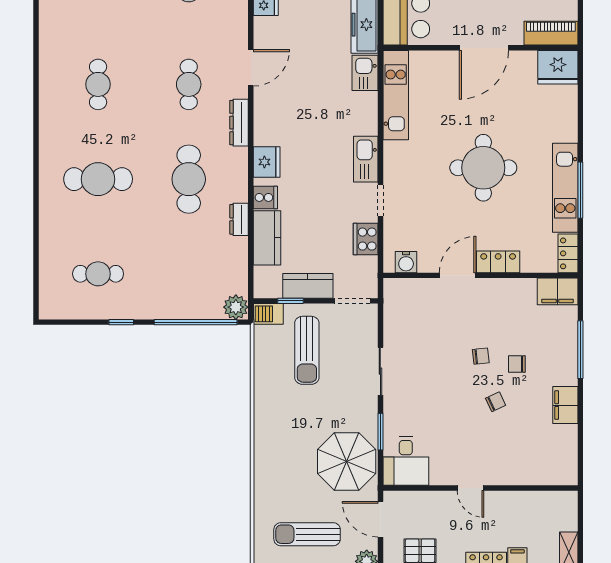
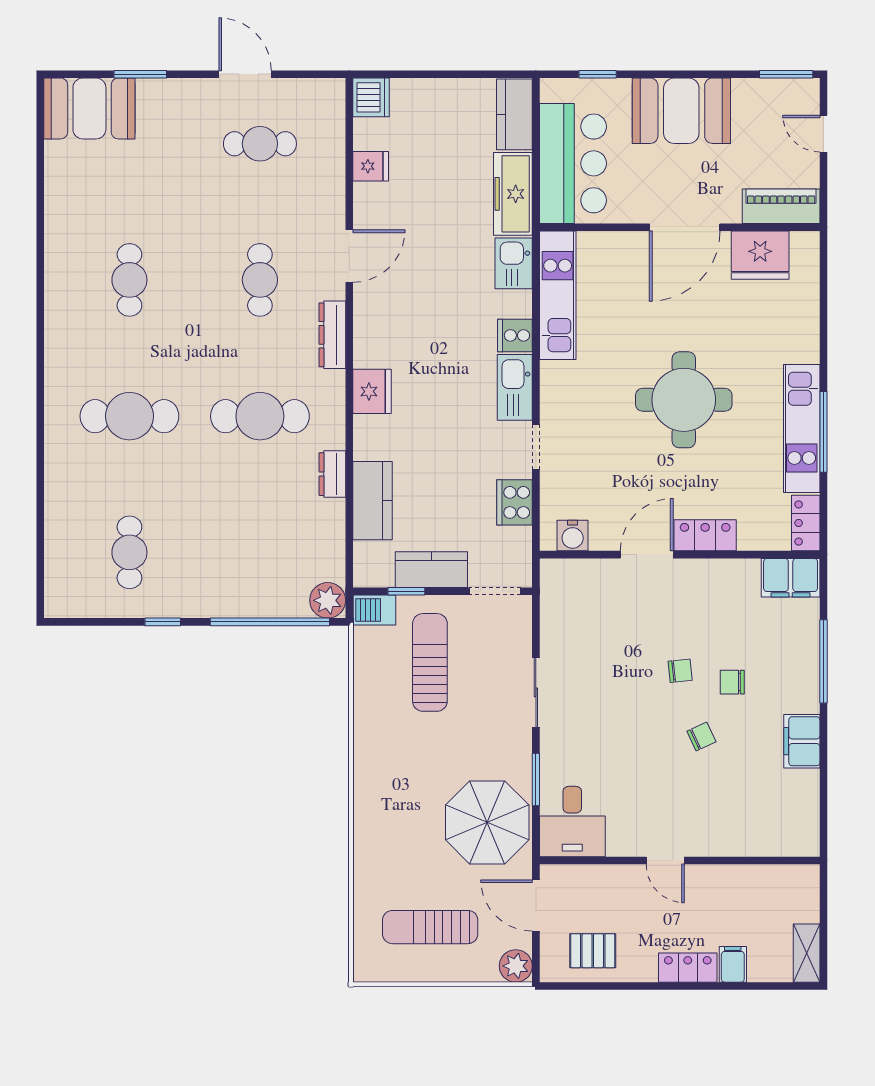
fridge: (558, 67) -> (760, 255), moved
cafe table: (189, 179) -> (260, 416), turned 90
cooker: (265, 197) -> (515, 335), moved, turned 180
cafe table: (98, 274) -> (129, 552), turned 90
sun lounger: (307, 350) -> (430, 662), turned 180

